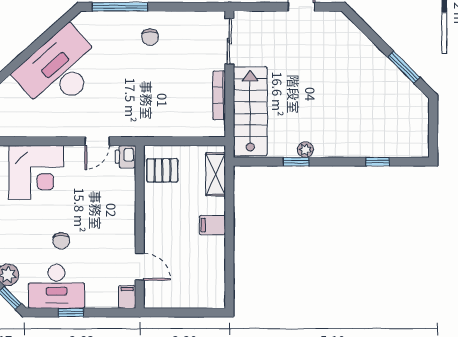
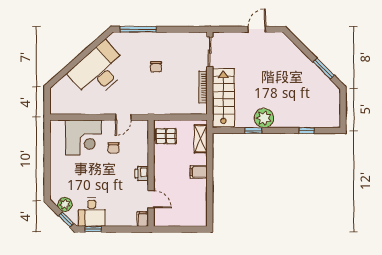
chair: (150, 37) -> (156, 67), moved
plant: (305, 150) -> (264, 118), width x1.88, depth x1.88
printer: (125, 157) -> (142, 173), moved
chair: (61, 241) -> (113, 148), moved
desk: (57, 286) -> (92, 212), width x0.73
window: (71, 312) -> (93, 229), moved

